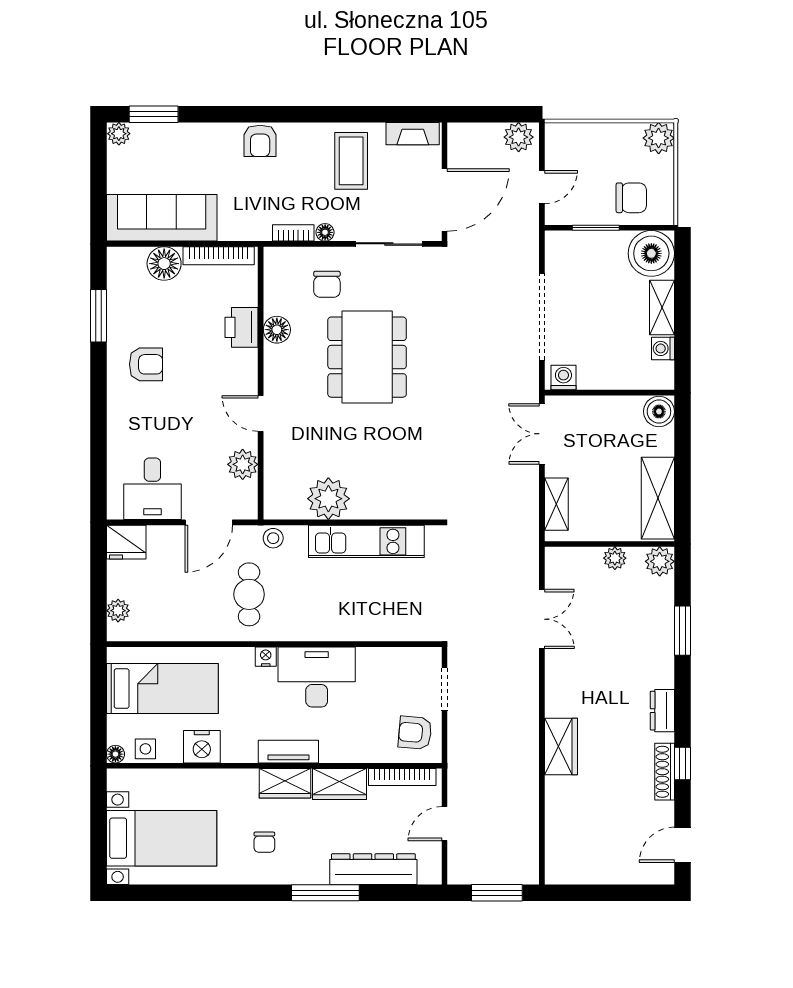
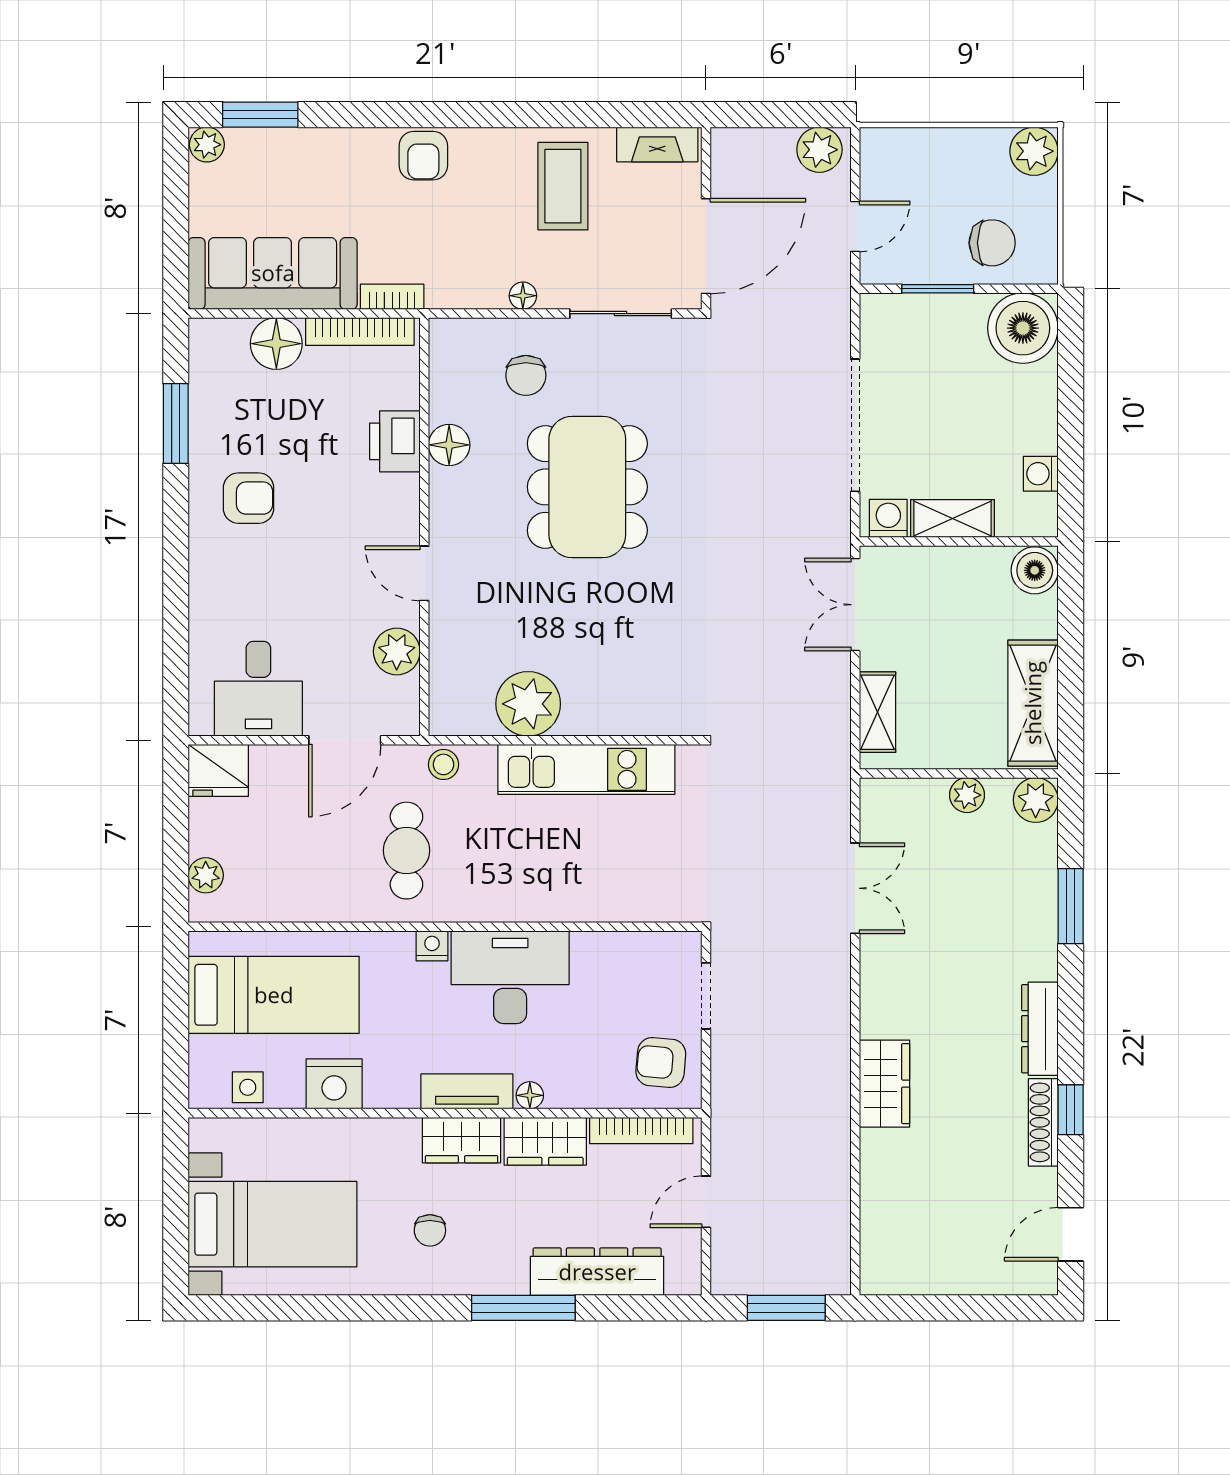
bookcase: (293, 233) -> (392, 297), moved
shelving: (662, 308) -> (952, 518), moved, turned 90
dresser: (662, 711) -> (1040, 1029), width x1.44
floor lamp: (115, 754) -> (530, 1095), moved

